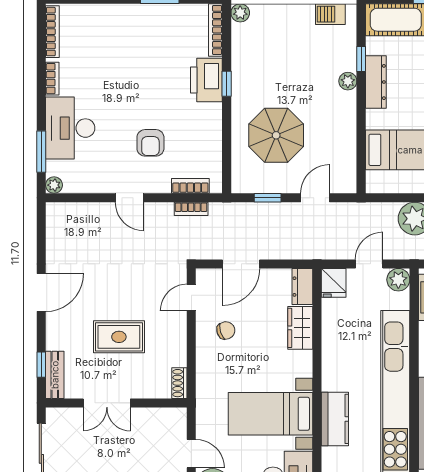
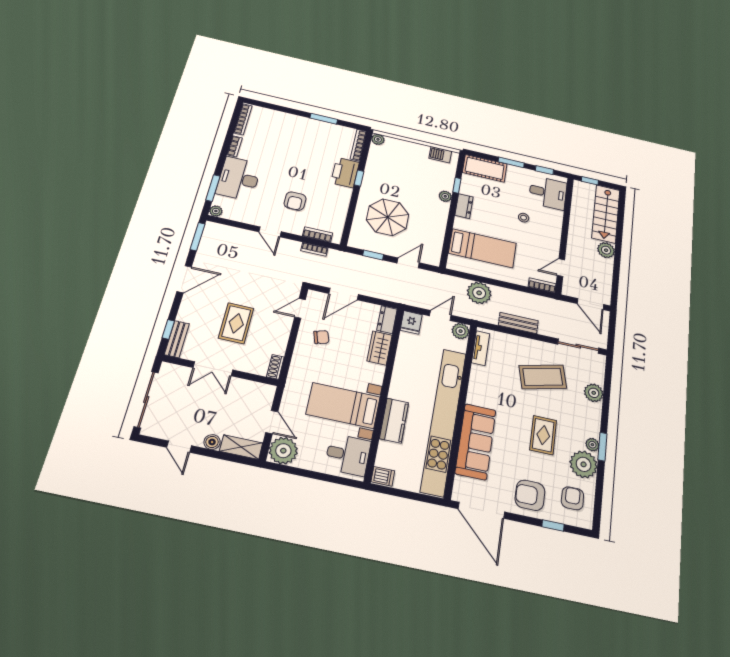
dresser: (376, 82) -> (464, 206), width x0.70
window: (41, 229) -> (198, 237), added
rug: (119, 337) -> (236, 323), turned 90

